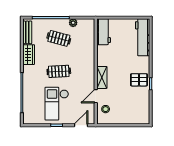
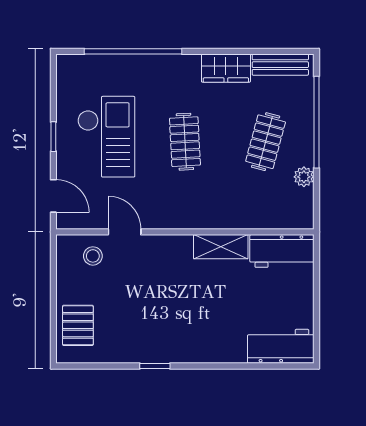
workbench: (143, 37) -> (281, 346), width x0.73
shelving: (102, 77) -> (221, 247), moved
pallet: (139, 80) -> (78, 325), moved
checkout: (57, 104) -> (106, 137), turned 90

